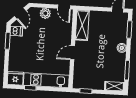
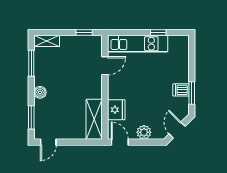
dishwasher: (16, 31) -> (181, 90), moved
door: (73, 53) -> (105, 66), moved
fridge: (15, 78) -> (116, 110), moved, turned -90

